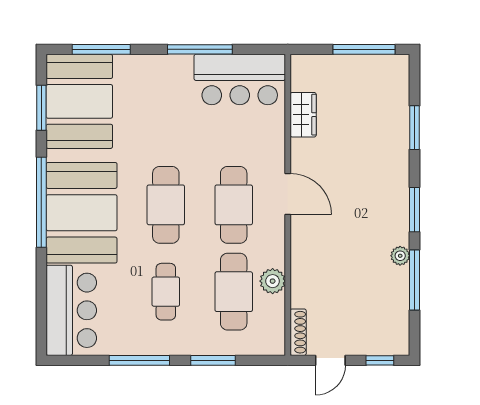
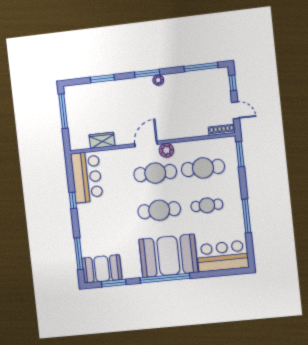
window: (200, 49) -> (73, 200), width x0.46
booth: (79, 101) -> (102, 269), width x0.73, depth x0.70
plant: (400, 256) -> (158, 80), moved
window: (415, 280) -> (201, 67), moved
plant: (273, 281) -> (166, 150), moved
window: (213, 360) -> (240, 154), moved

